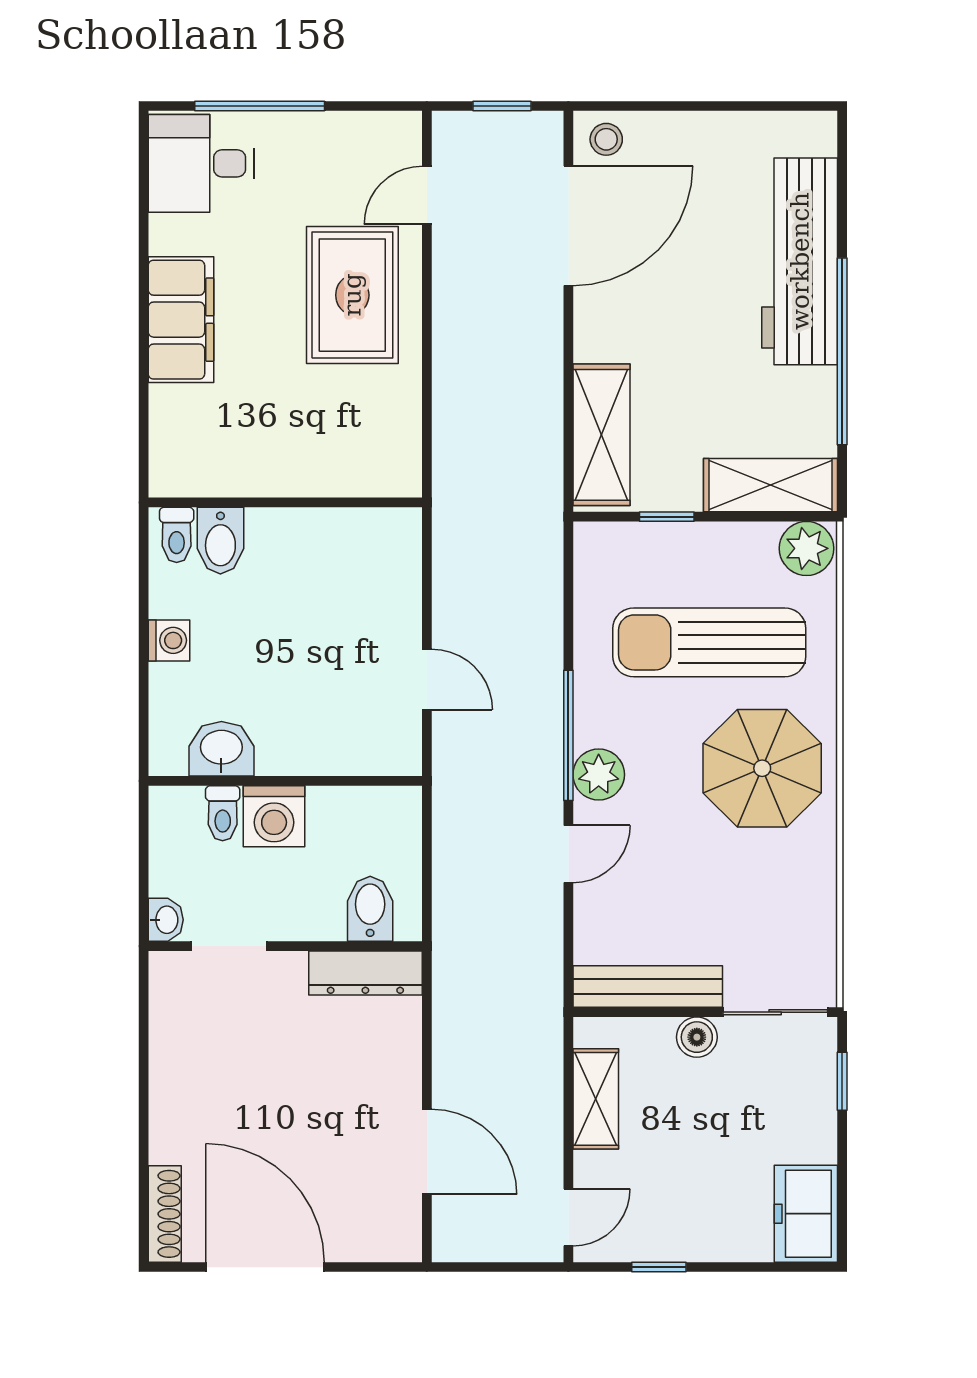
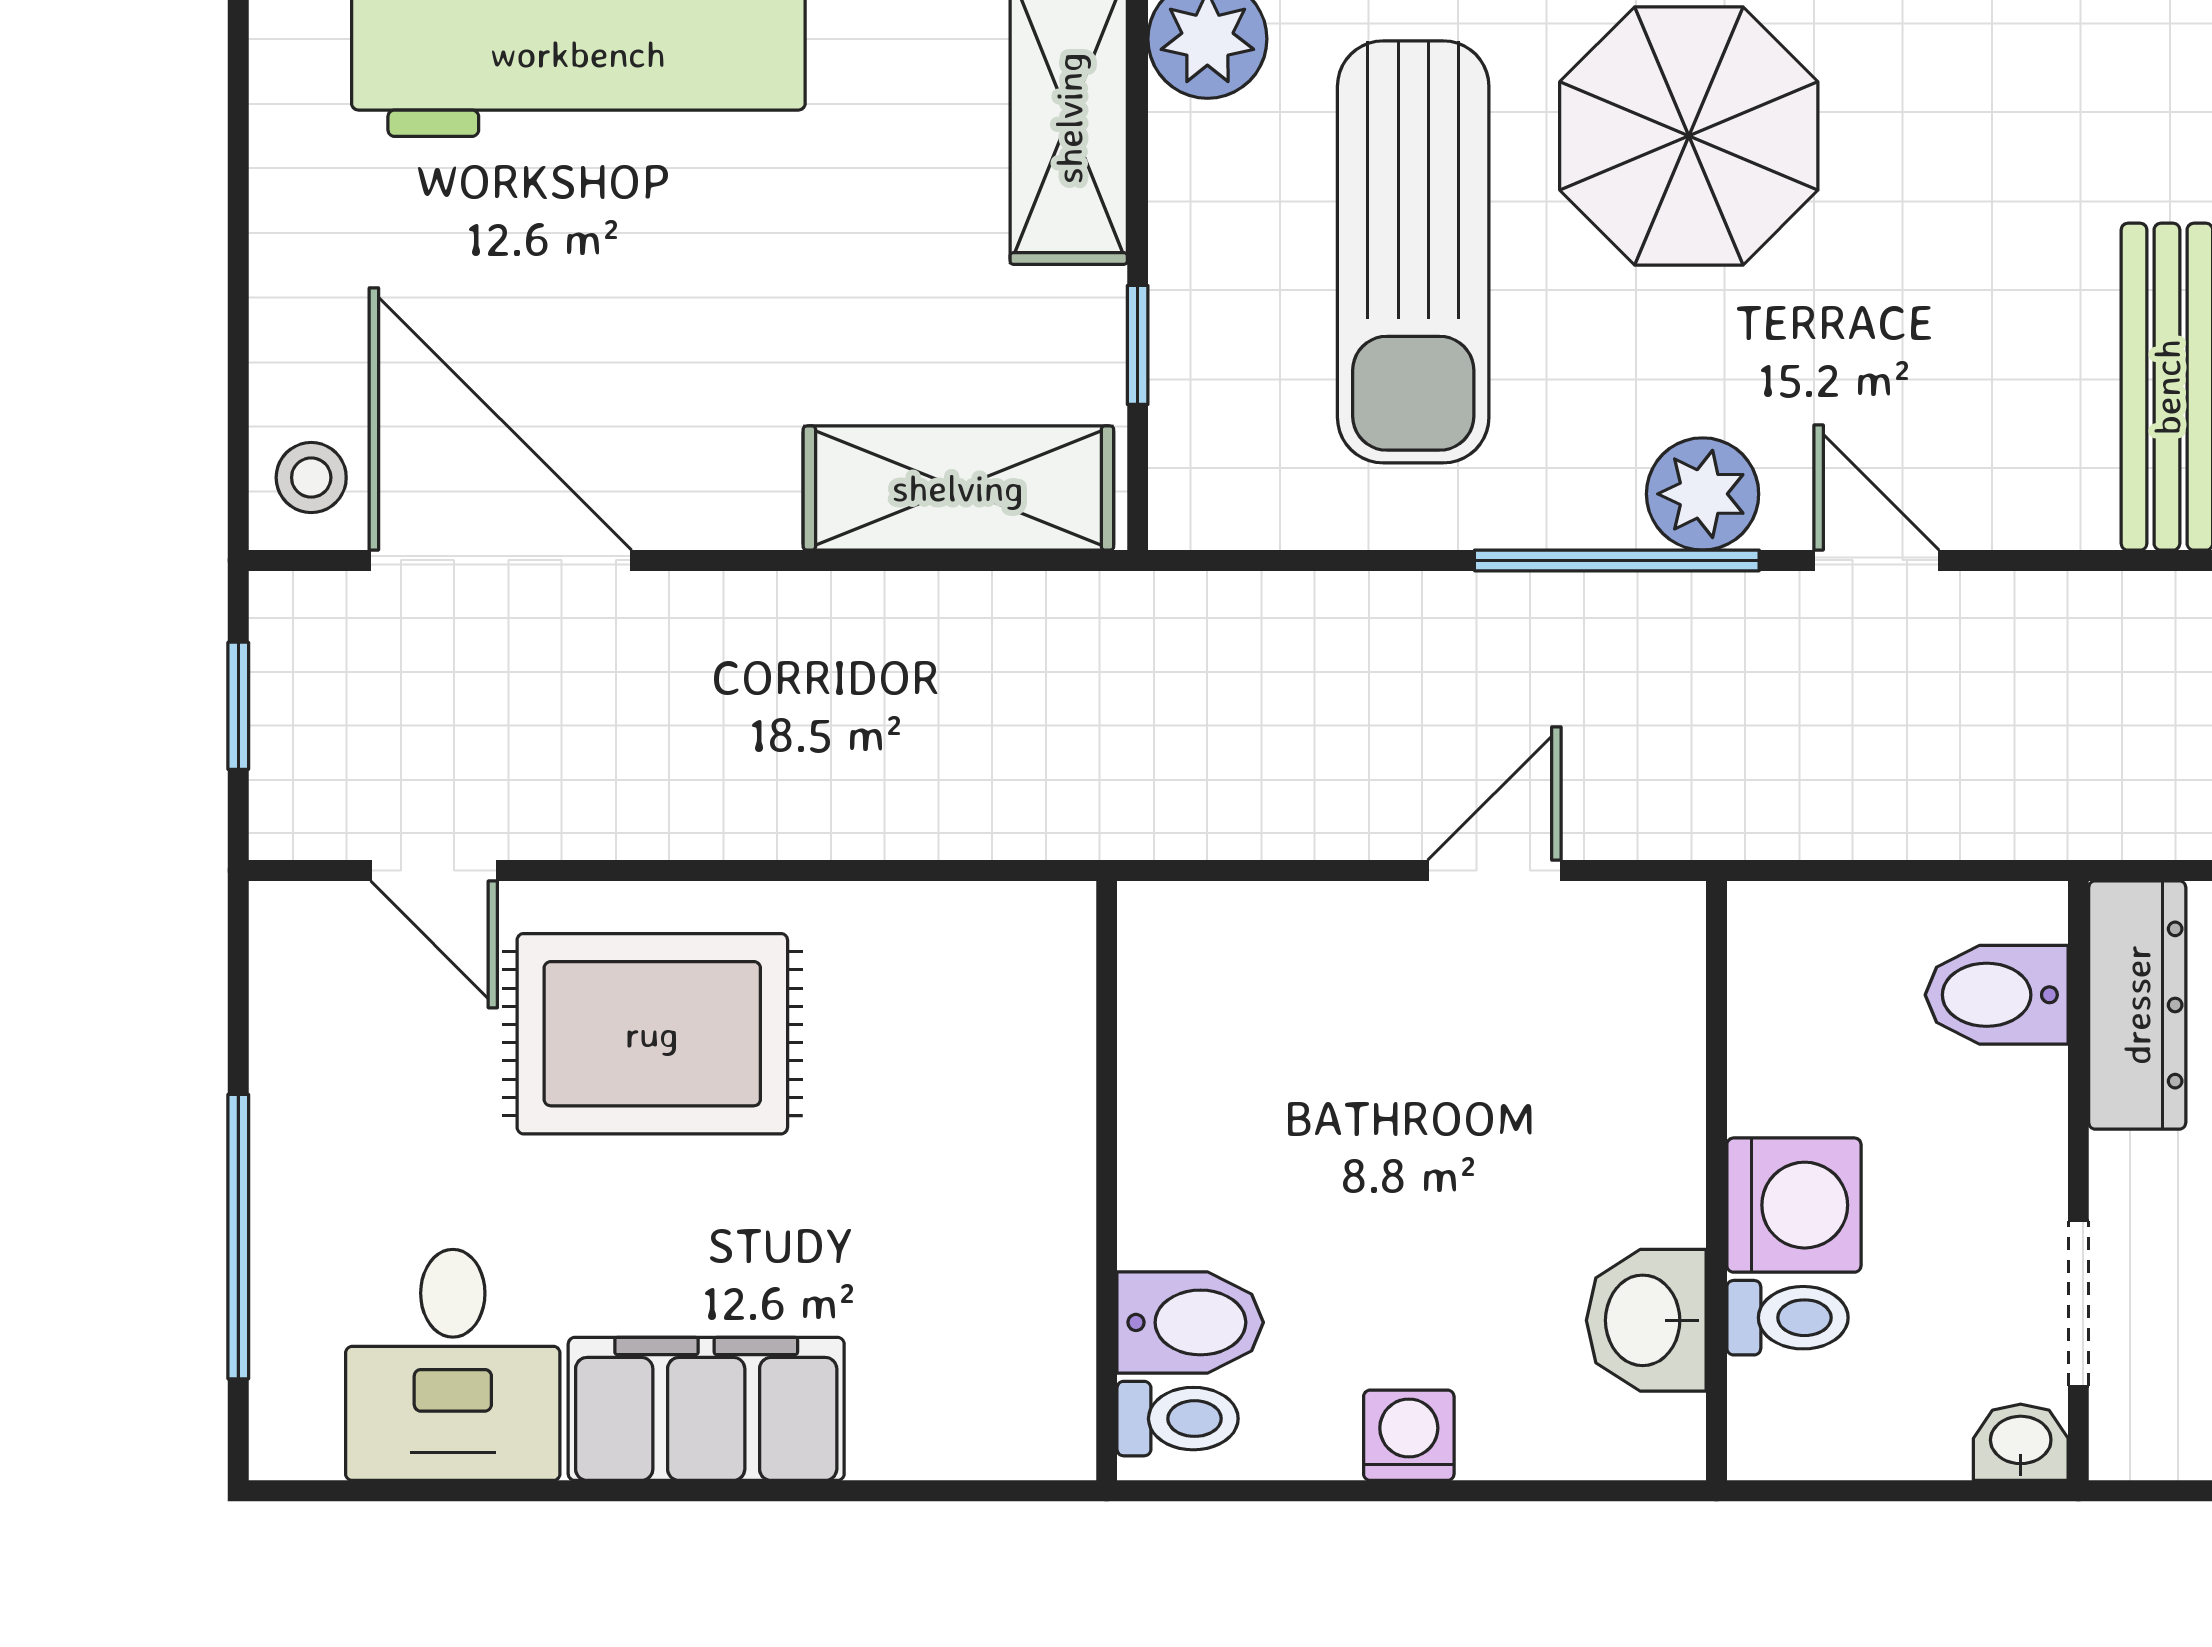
desk: (201, 163) -> (453, 1365), moved

